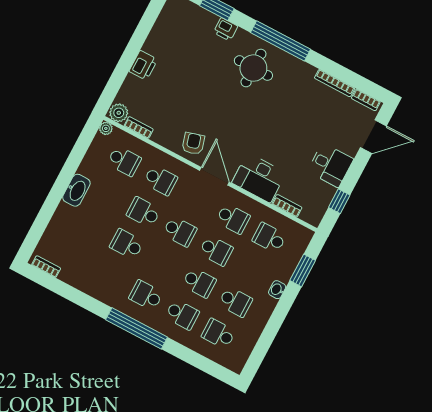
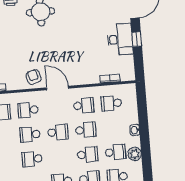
desk: (330, 165) -> (120, 39), width x1.37
desk: (259, 178) -> (84, 73), removed
school desk: (160, 180) -> (28, 110), turned 180
window: (339, 201) -> (137, 39), moved
window: (303, 270) -> (142, 110), removed
plant: (258, 319) -> (135, 154), added

